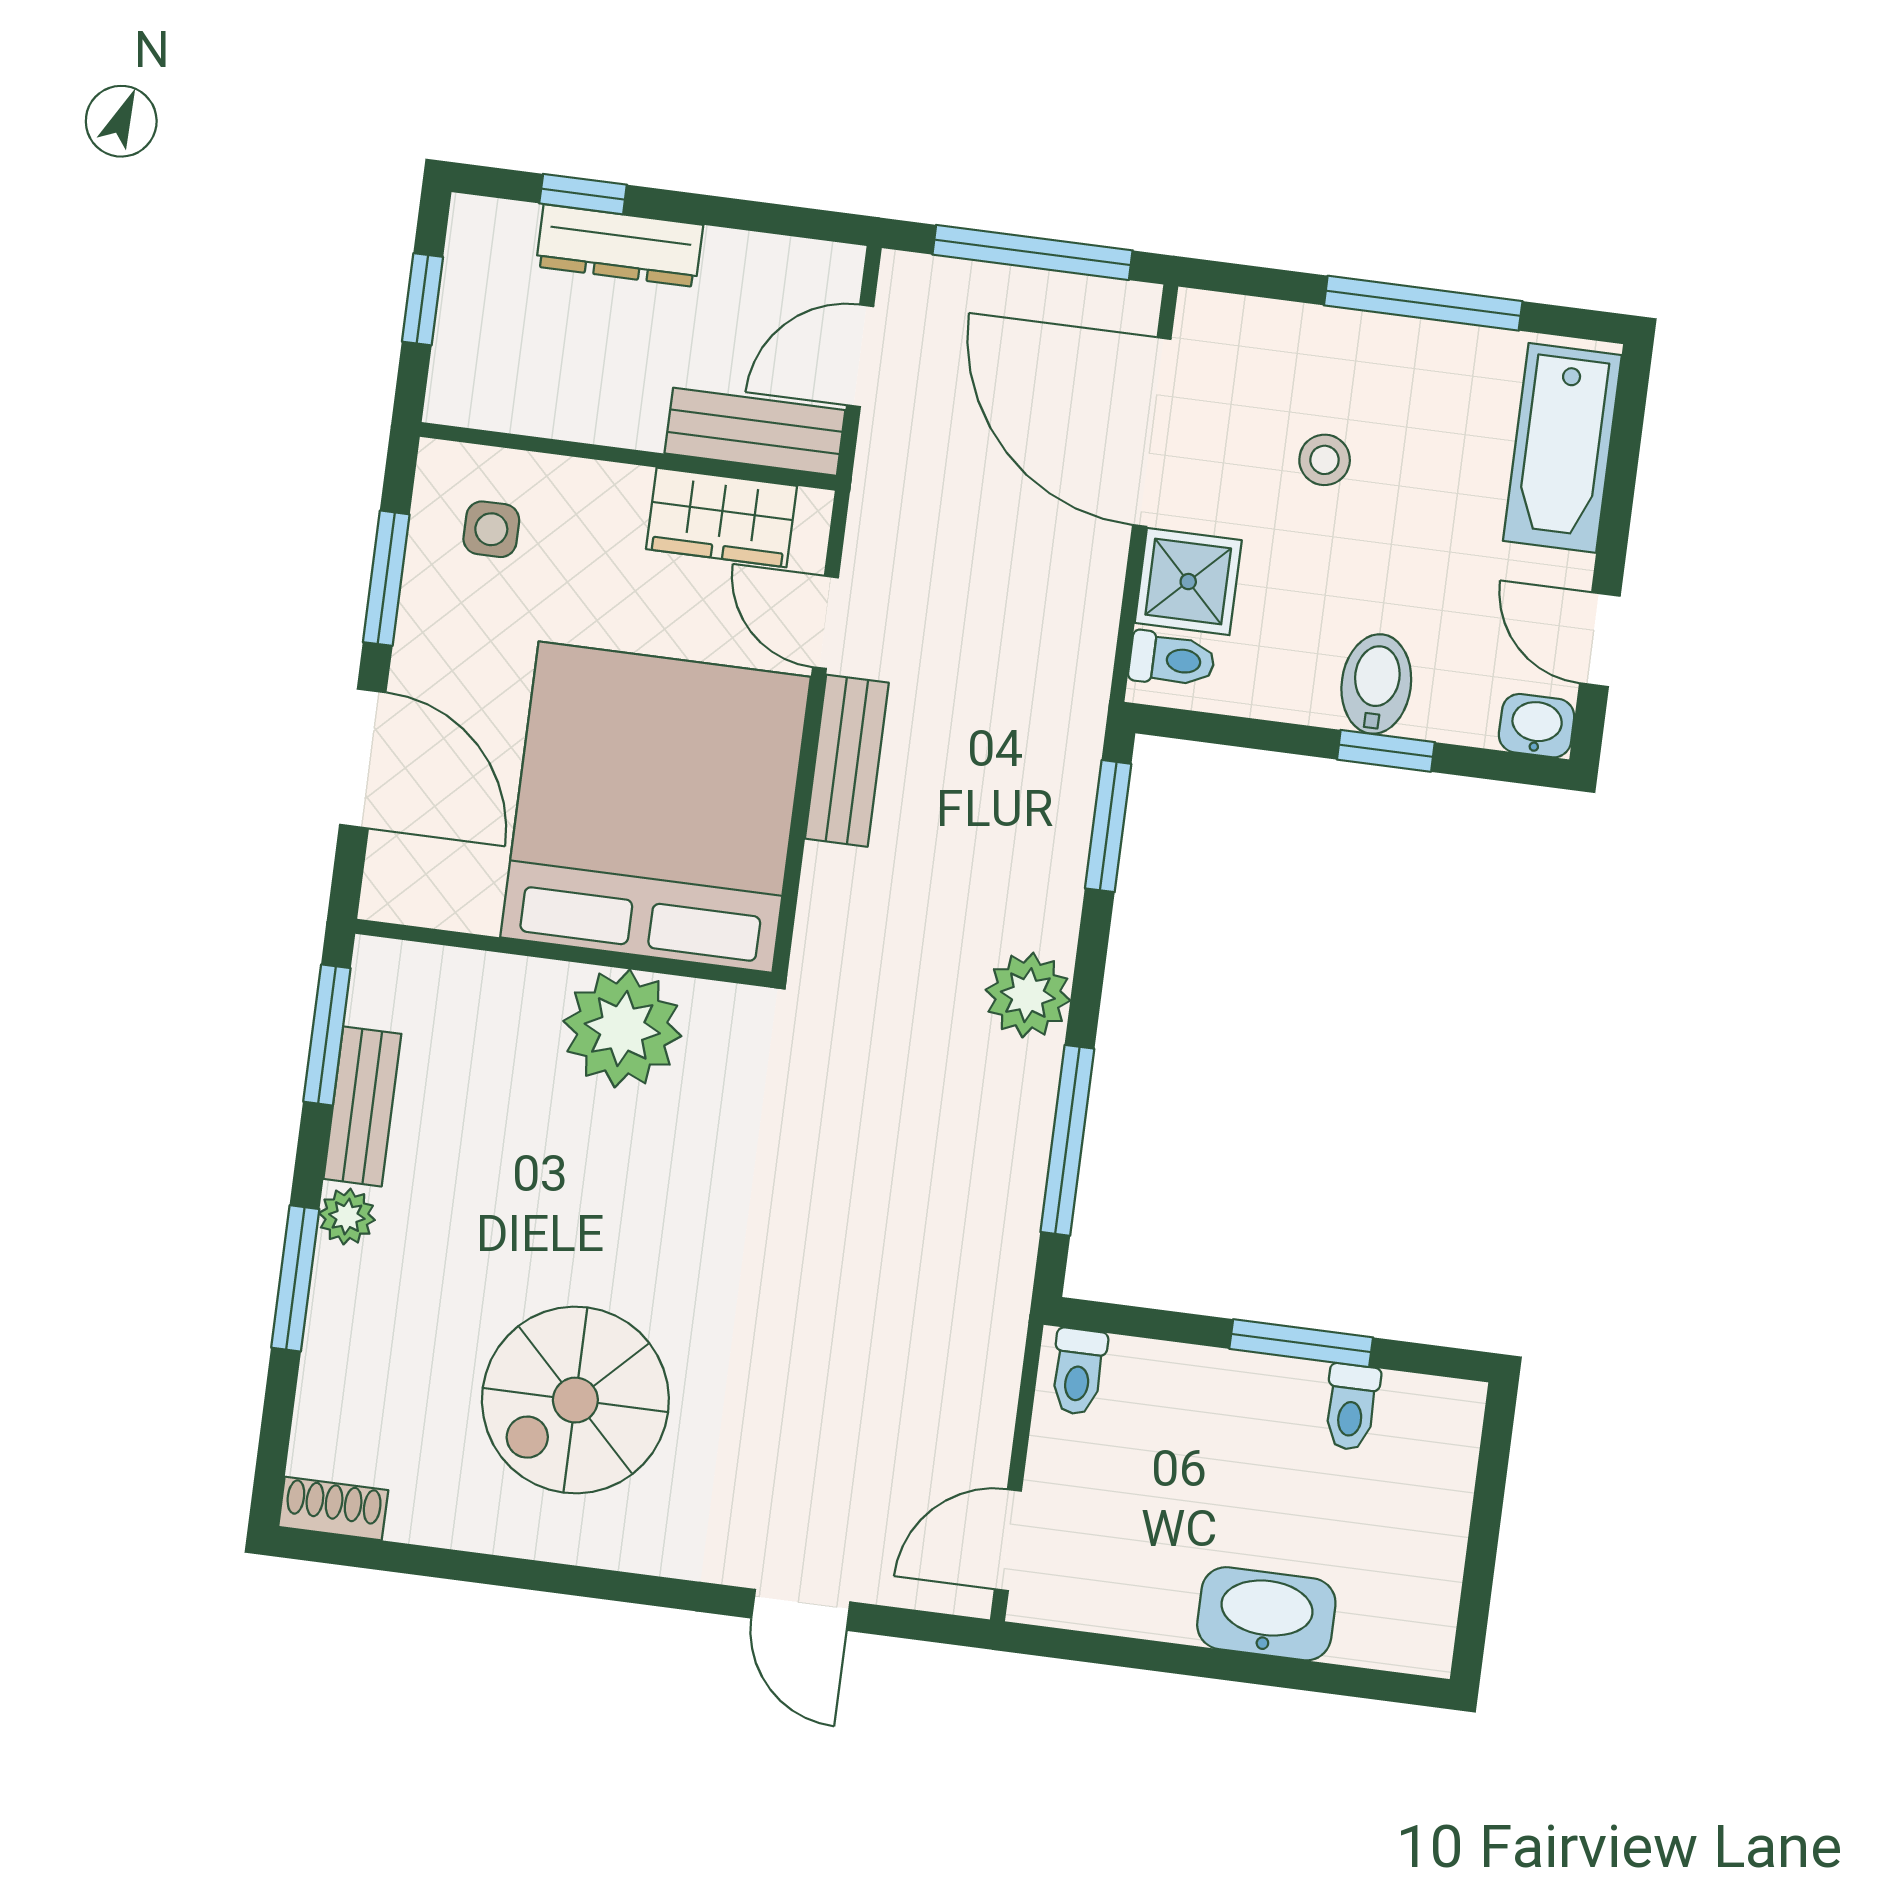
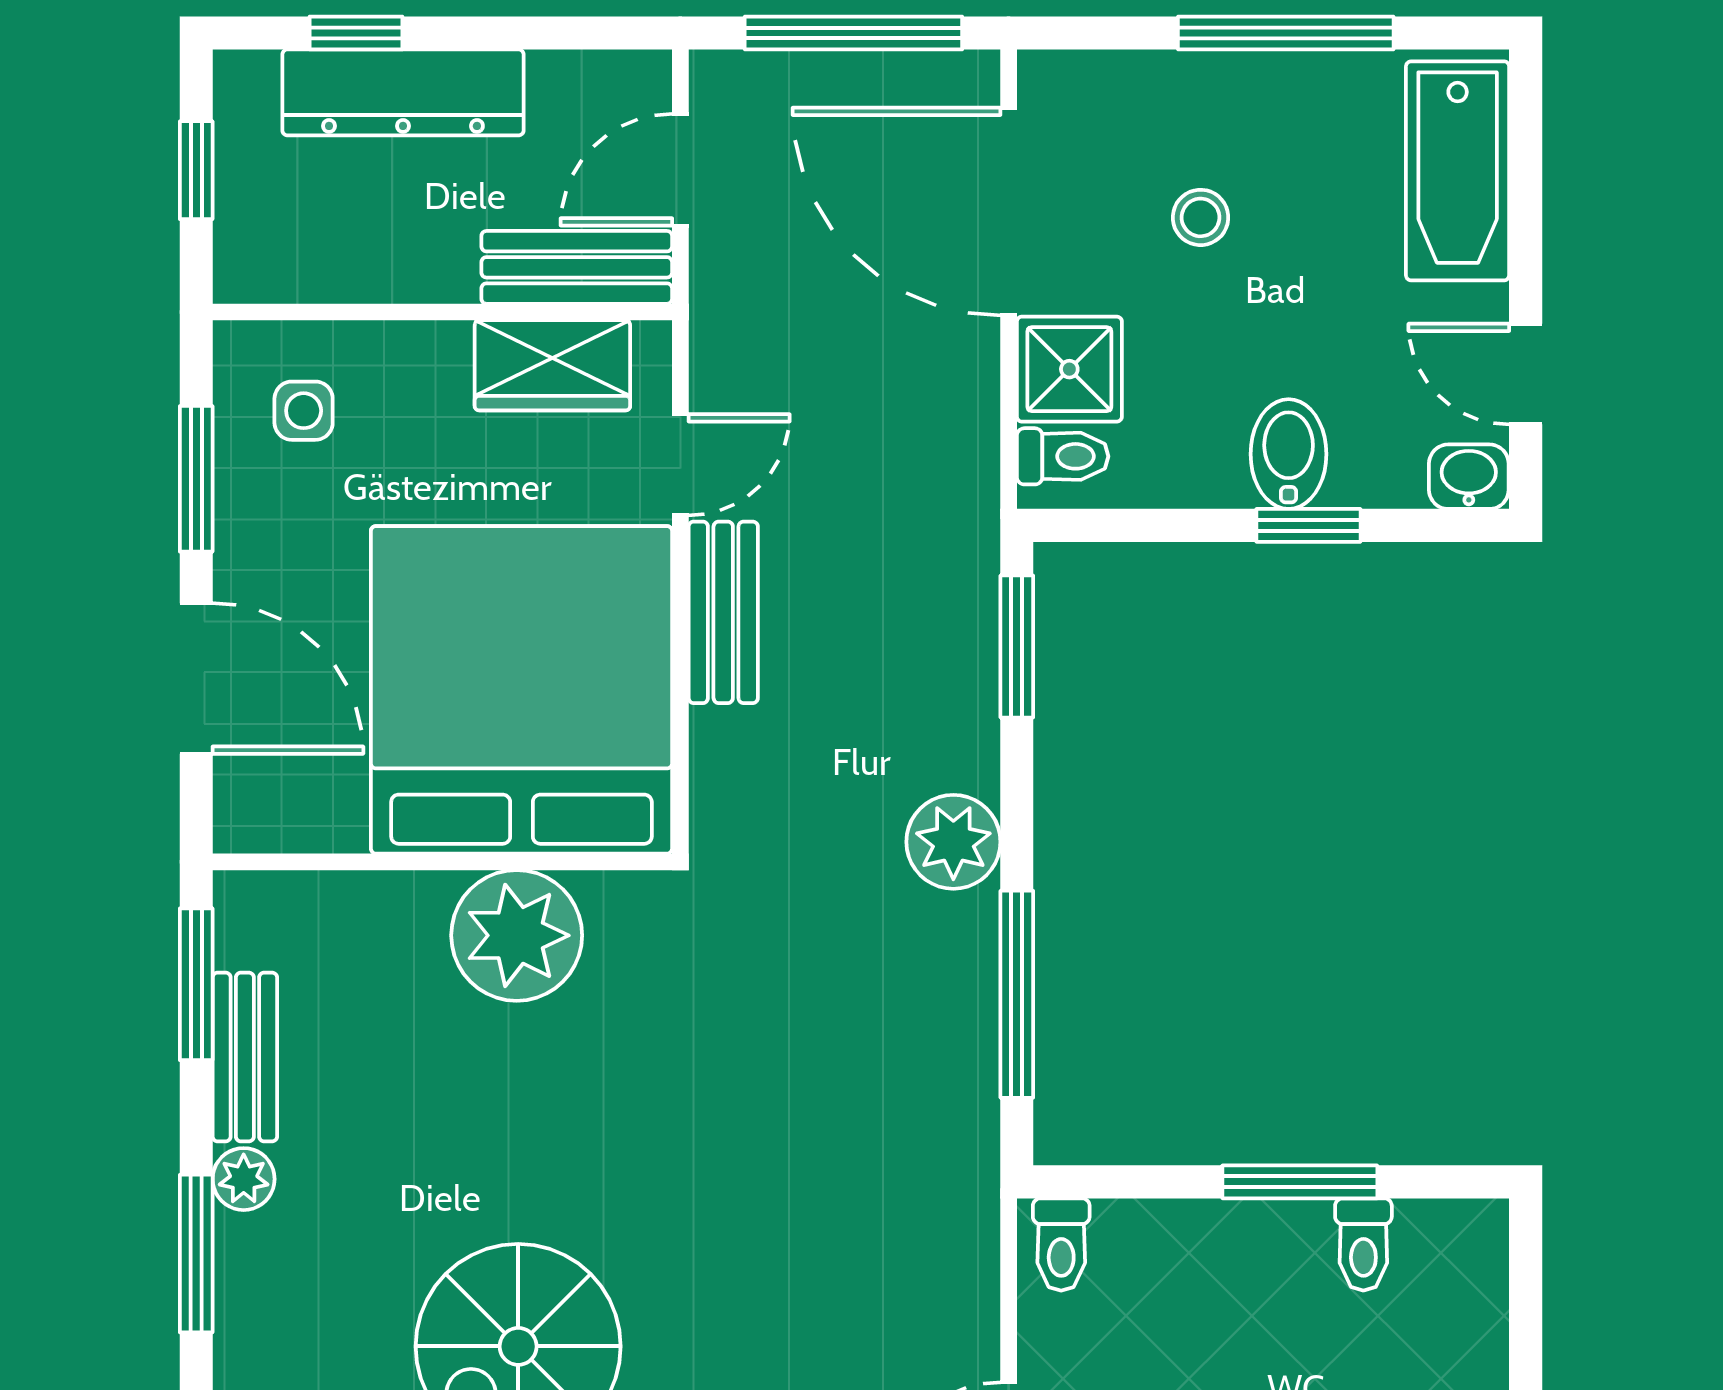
dresser: (619, 246) -> (403, 92), width x1.37, depth x1.24
door: (825, 622) -> (680, 465), swing flipped

